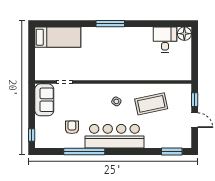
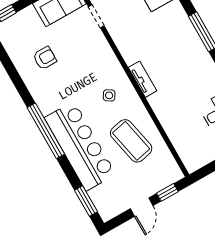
tv unit: (118, 76) -> (142, 79), added
bar counter: (114, 136) -> (80, 146), moved
window: (84, 151) -> (46, 131), moved

